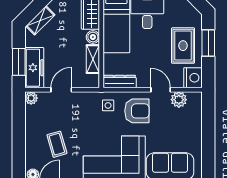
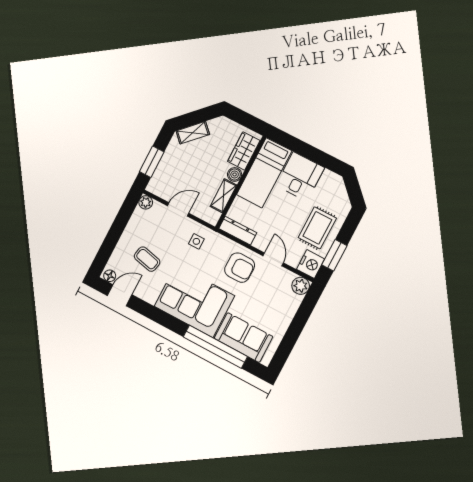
window: (208, 43) -> (334, 255), moved
freezer: (34, 68) -> (164, 175), removed
plant: (179, 100) -> (301, 286), moved
side table: (108, 105) -> (196, 241), moved
coffee table: (57, 144) -> (147, 259), turned -61

